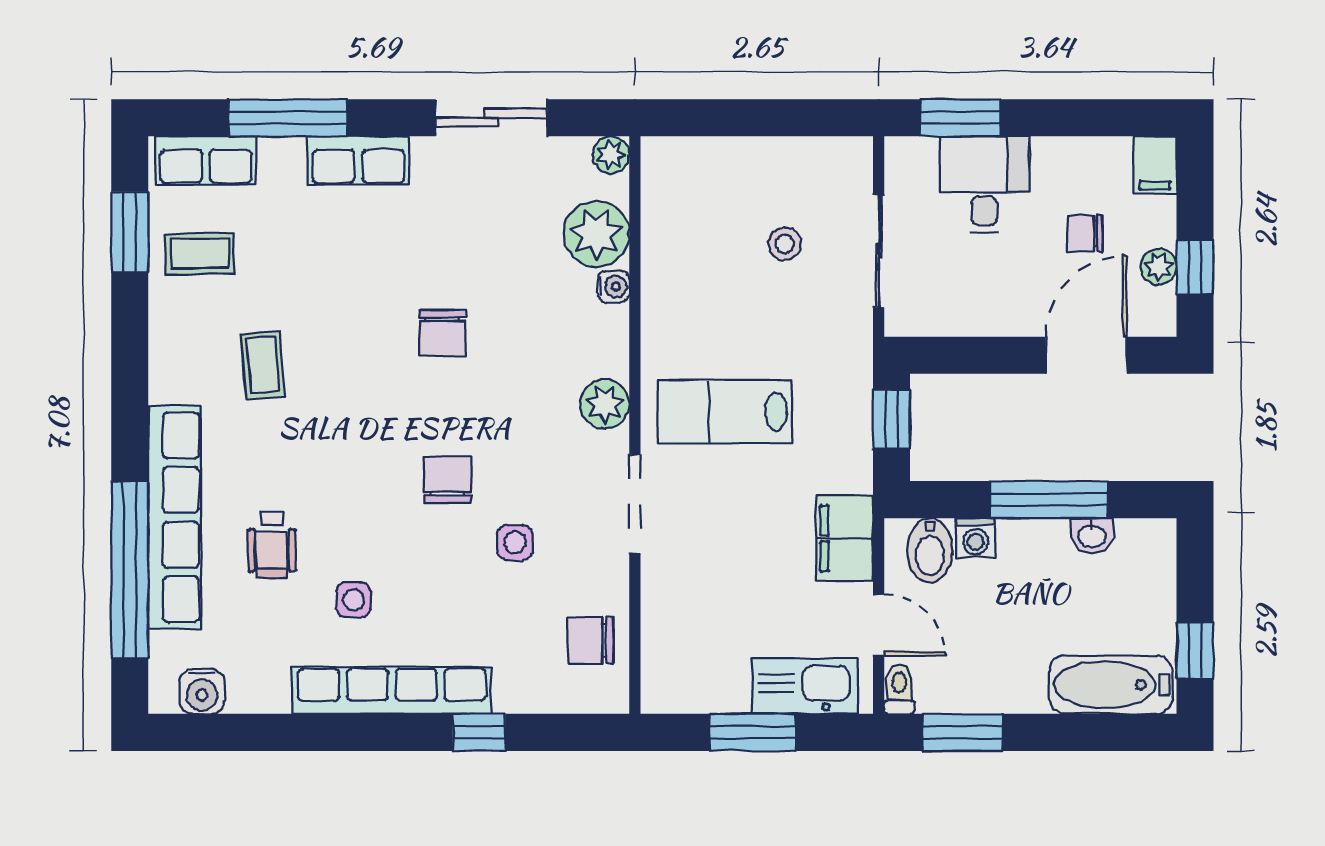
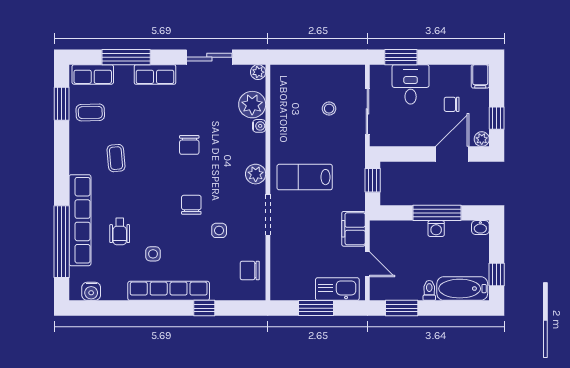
plant: (1158, 267) -> (482, 139), moved
washbasin: (1092, 535) -> (480, 228), moved
washing machine: (976, 538) -> (436, 229), moved
bidet: (930, 550) -> (388, 234), removed
toilet: (899, 689) -> (429, 290), moved

